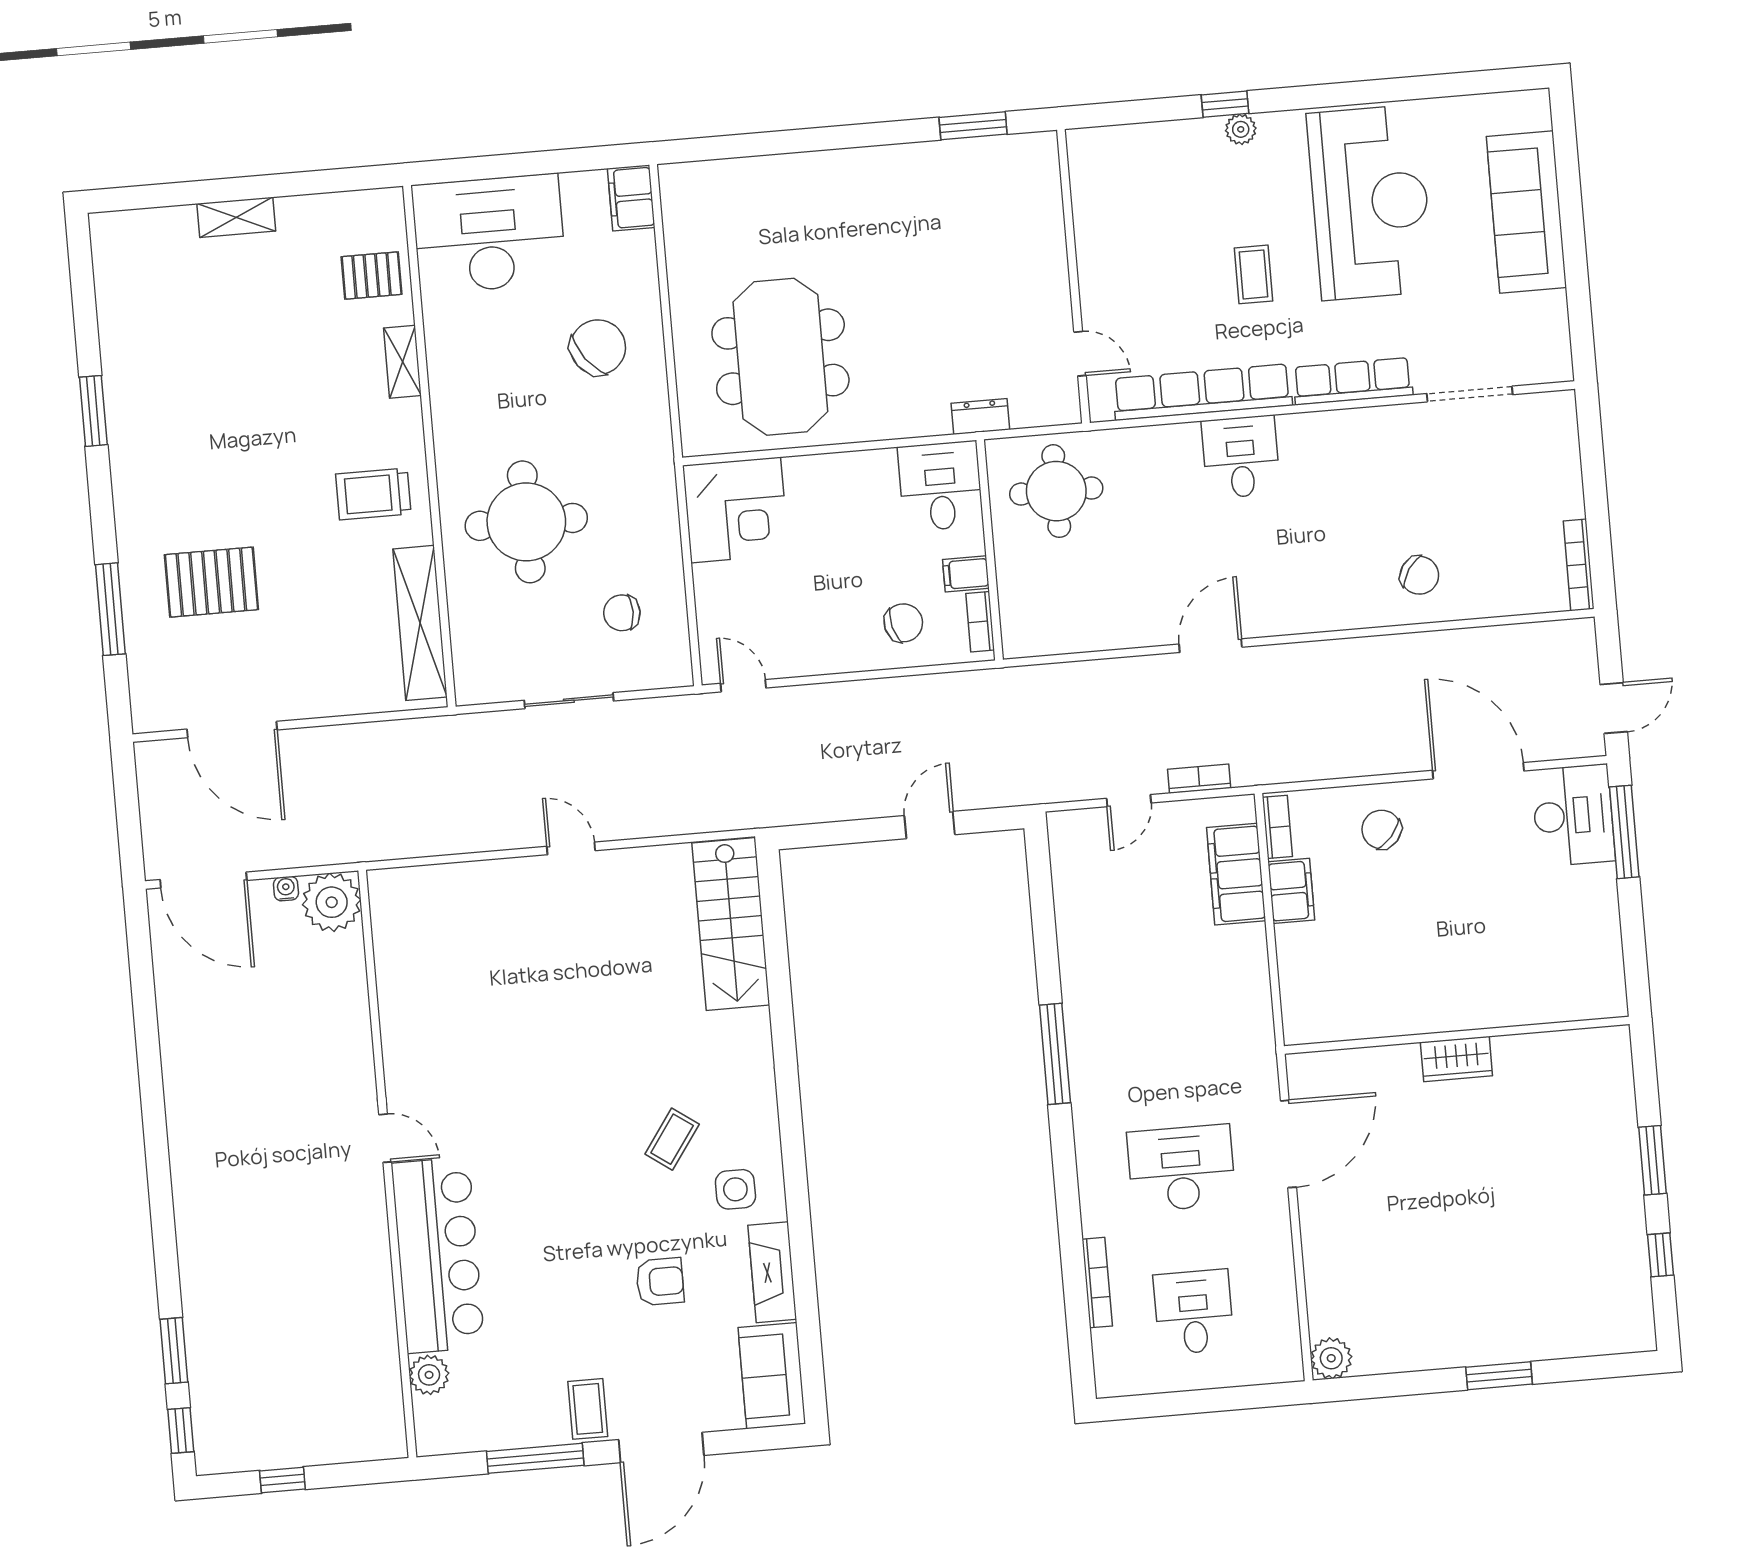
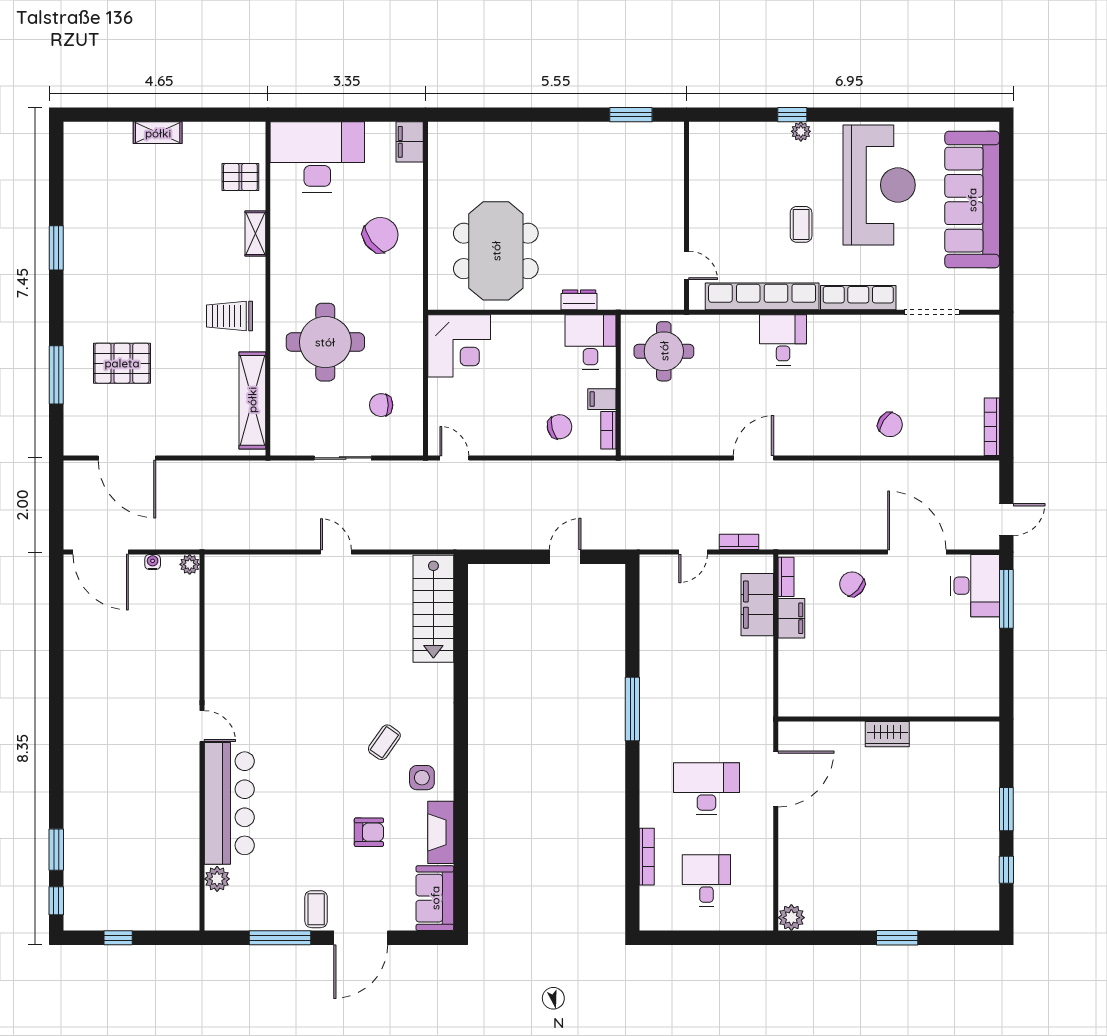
sofa: (1526, 212) -> (972, 200), width x1.36, depth x1.27
dresser: (980, 416) -> (579, 300), moved
plant: (332, 902) -> (190, 564), width x0.53, depth x0.53

